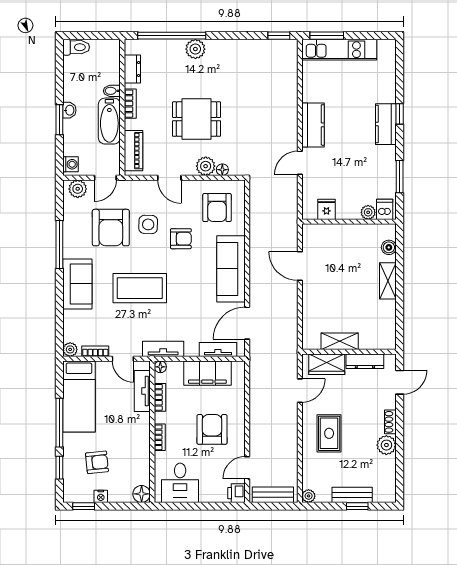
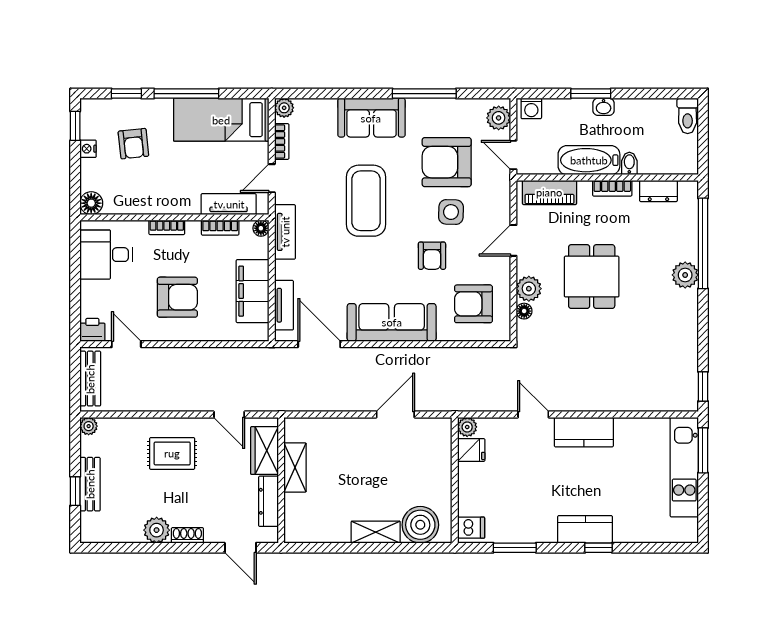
plant: (368, 212) -> (467, 427), moved
boiler: (389, 247) -> (420, 525), width x1.86, depth x1.86

